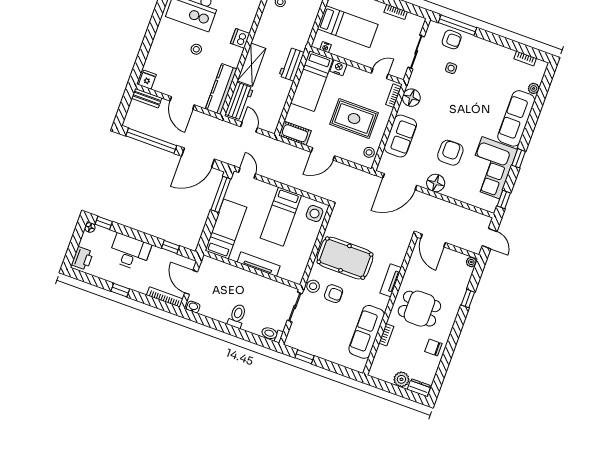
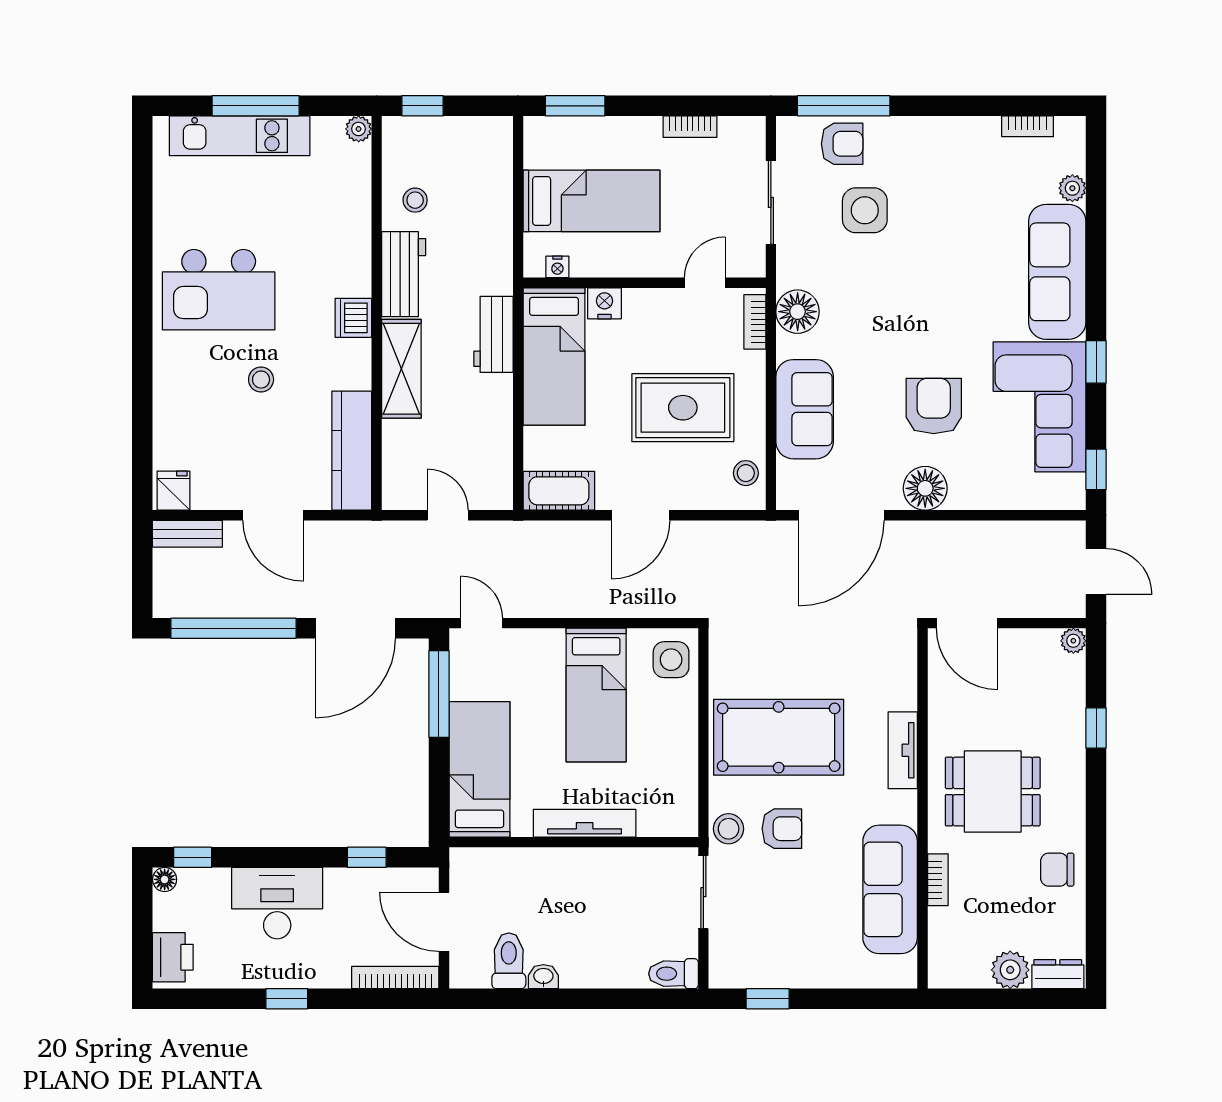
side table: (451, 68) -> (865, 210), width x1.87, depth x1.87
workbench: (239, 101) -> (404, 274), moved
washbasin: (193, 307) -> (543, 977), moved
toilet: (237, 316) -> (509, 961), moved

